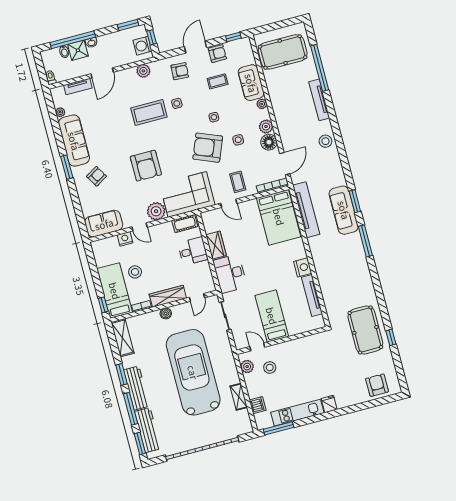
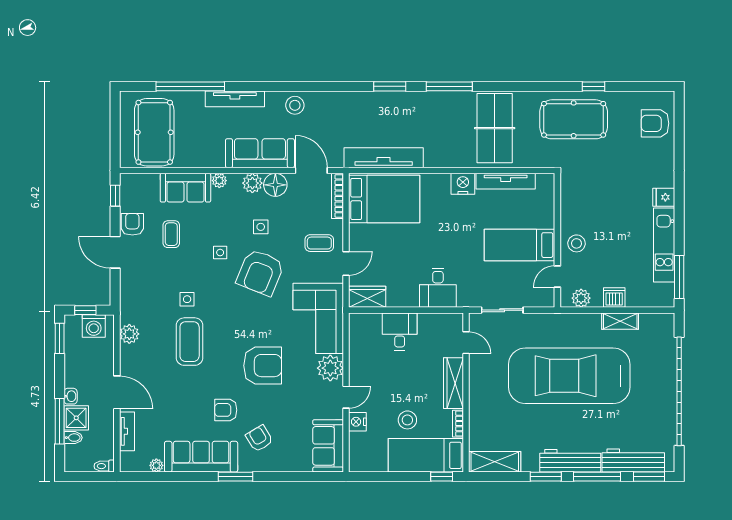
window: (73, 40) -> (60, 421), width x0.68
armchair: (180, 71) -> (226, 410), moved, turned -94
sofa: (344, 210) -> (260, 153), moved, turned 180
cot: (185, 224) -> (358, 332), removed
wardrobe: (216, 245) -> (367, 297), moved
desk: (230, 274) -> (438, 288), width x0.73
table tennis table: (345, 279) -> (495, 128), added
boiler: (166, 313) -> (477, 392), removed
stool: (270, 368) -> (576, 243), moved
dishwasher: (258, 405) -> (614, 298), moved

